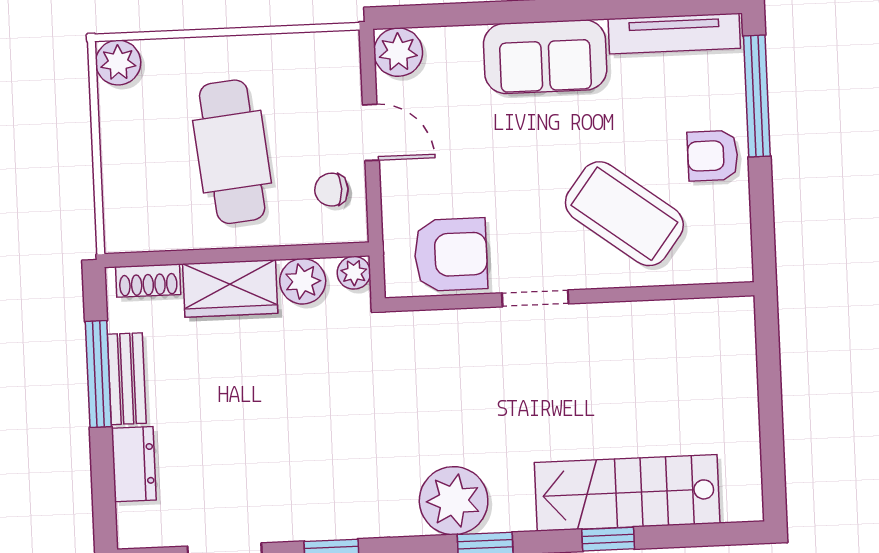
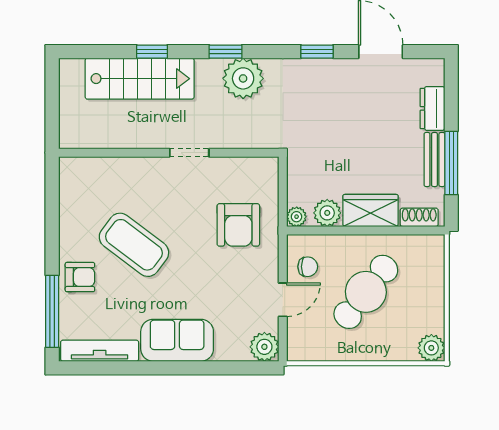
door: (371, 132) -> (283, 300), swing flipped
cafe table: (232, 152) -> (366, 292), turned 44
armchair: (451, 255) -> (238, 225), turned -90
wall: (570, 297) -> (169, 153), moved
doorway: (535, 298) -> (189, 153), moved

